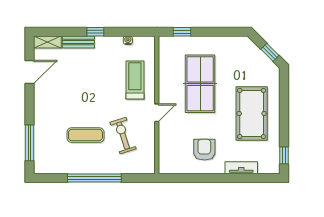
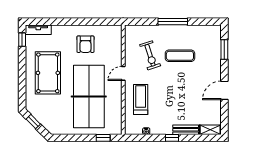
door: (30, 72) -> (224, 90), moved
treadmill: (135, 80) -> (141, 99), turned 180
table tennis table: (200, 84) -> (89, 97), width x1.36, depth x1.32
window: (30, 143) -> (224, 49), width x0.69
tv unit: (241, 168) -> (38, 30), moved
window: (94, 178) -> (173, 22), width x0.68

